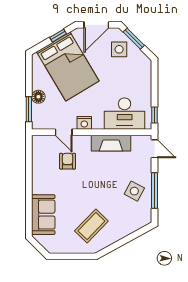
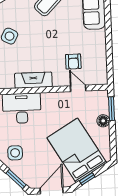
side table: (119, 49) -> (15, 153), moved
nightstand: (84, 123) -> (59, 98), removed

